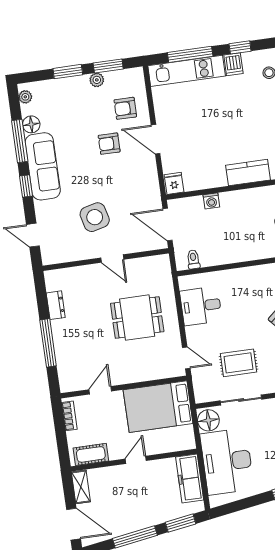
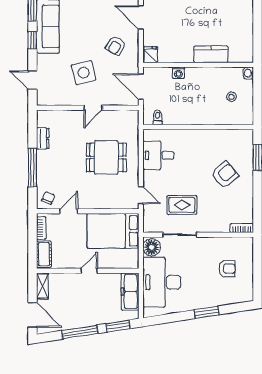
armchair: (109, 144) -> (116, 46), moved, turned -59
door: (112, 259) -> (93, 108), hinge flipped
chair: (73, 377) -> (48, 198), added
cot: (91, 454) -> (44, 254), moved, turned 90

